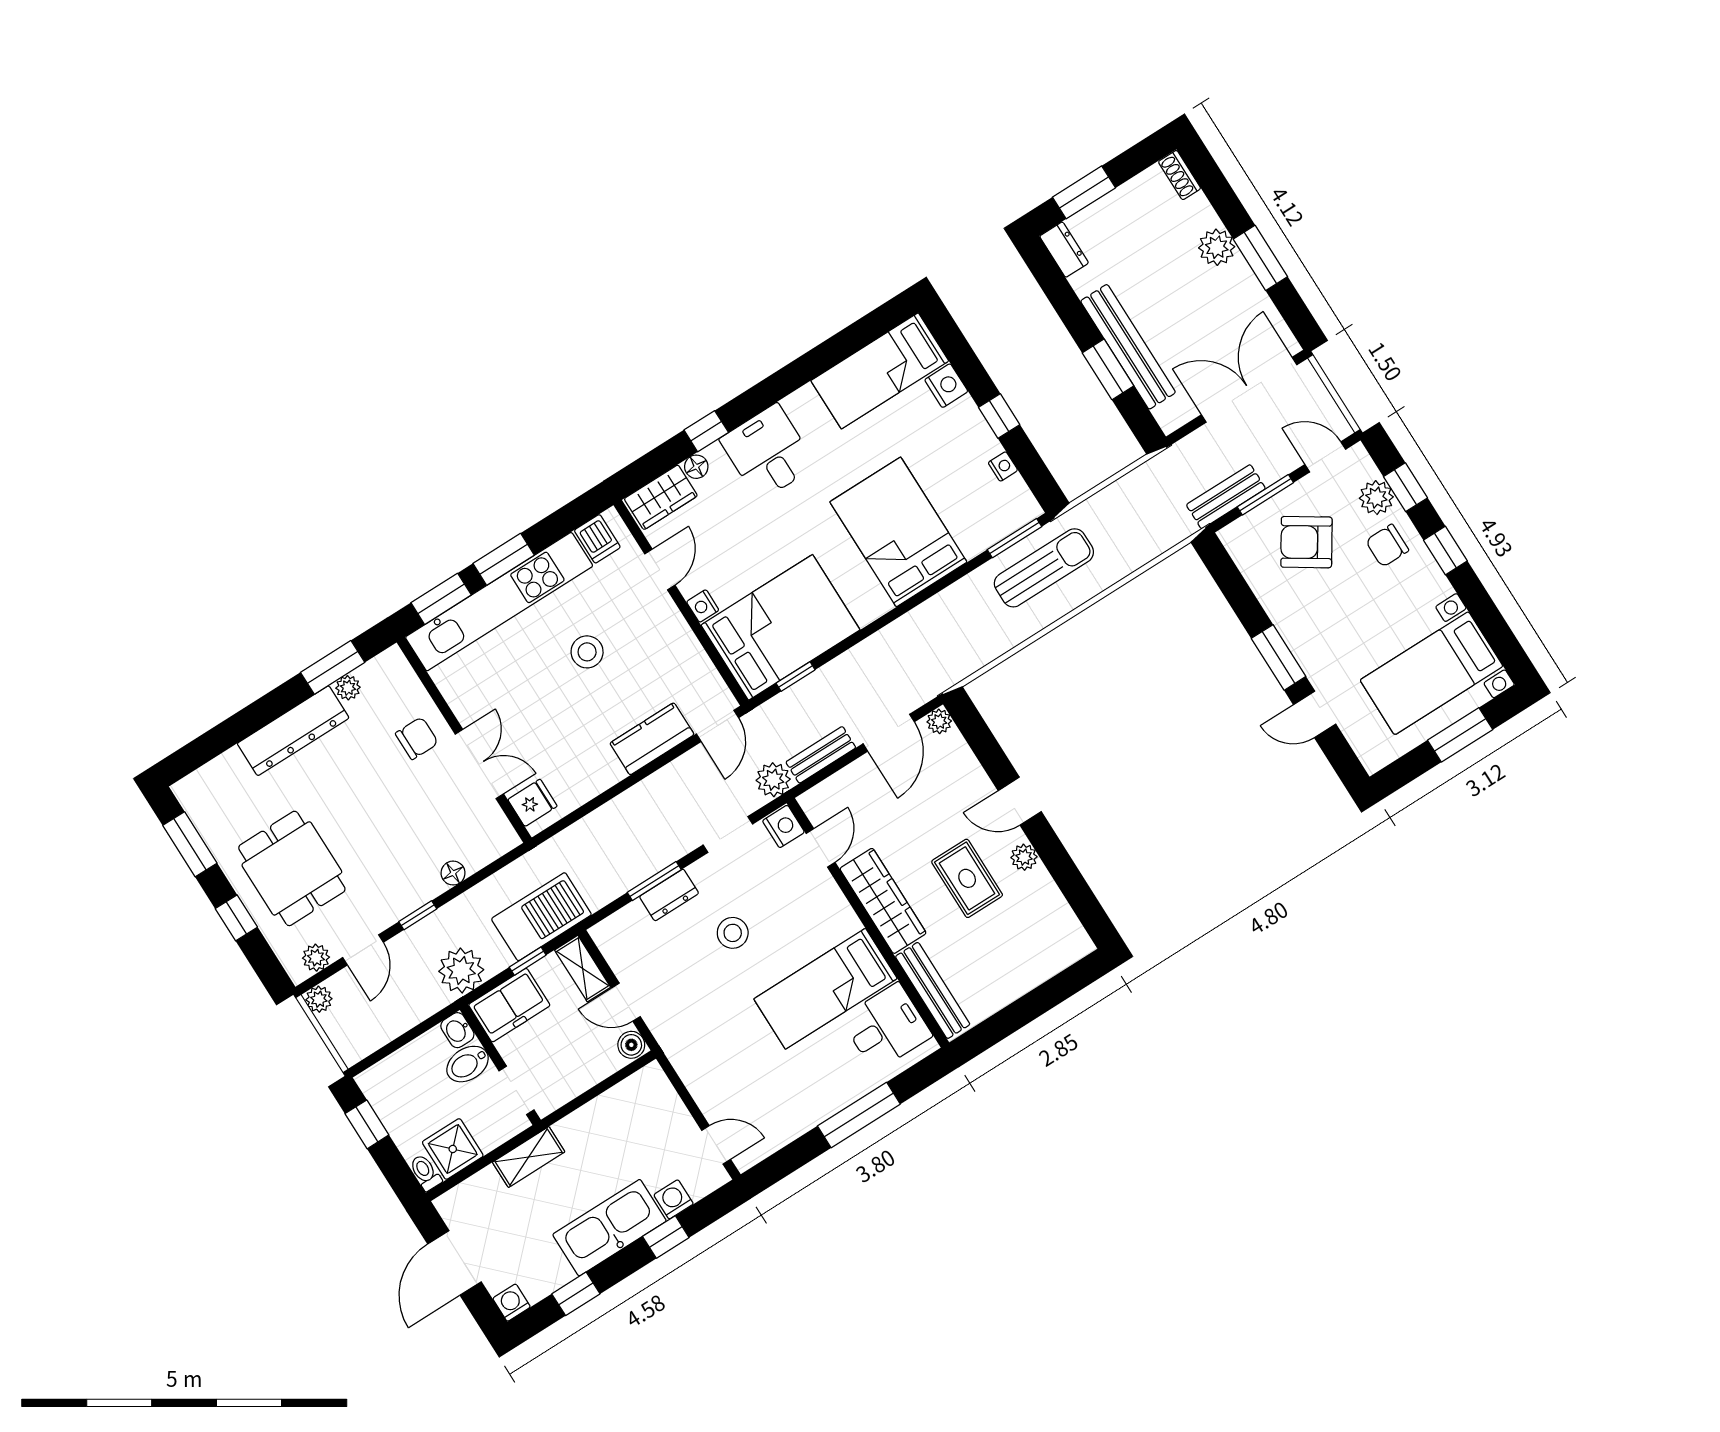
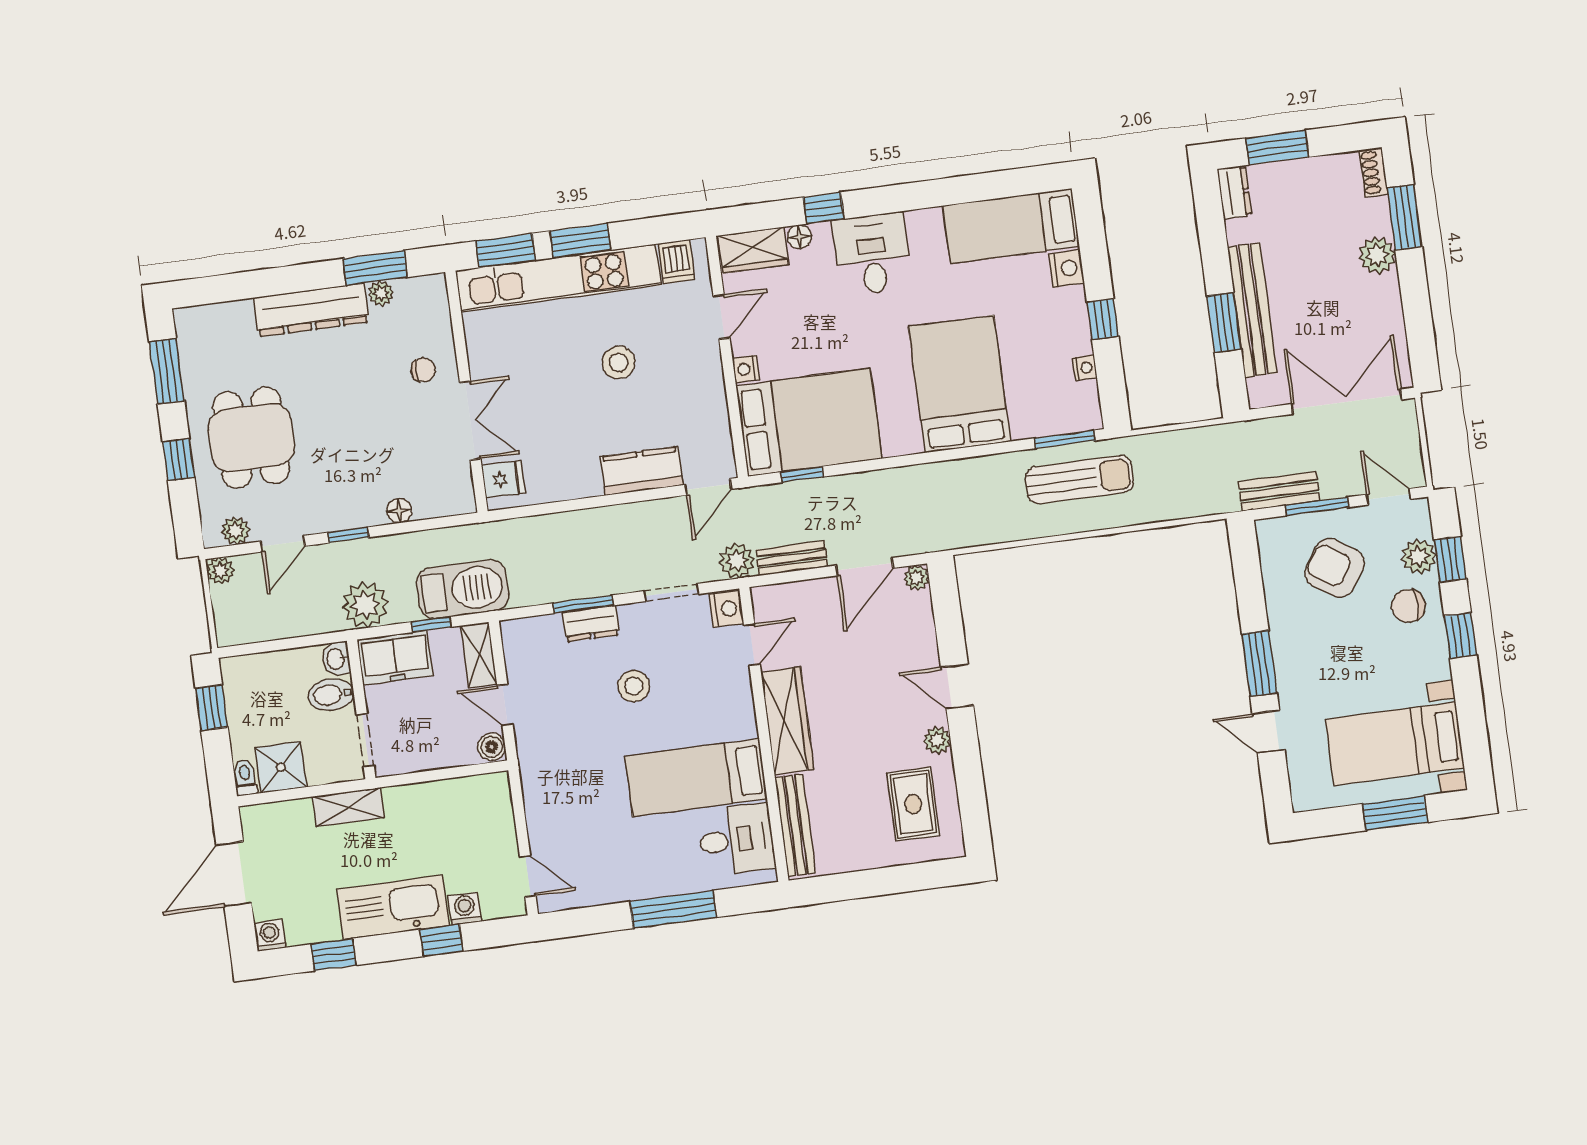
window: (1260, 258) -> (1405, 217), moved
chair: (417, 738) -> (423, 370), width x0.73, depth x0.73
rug: (967, 878) -> (913, 804), moved

